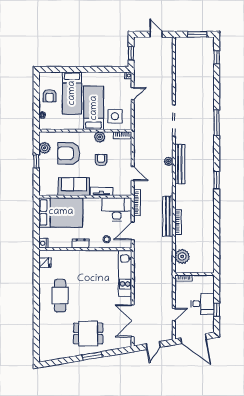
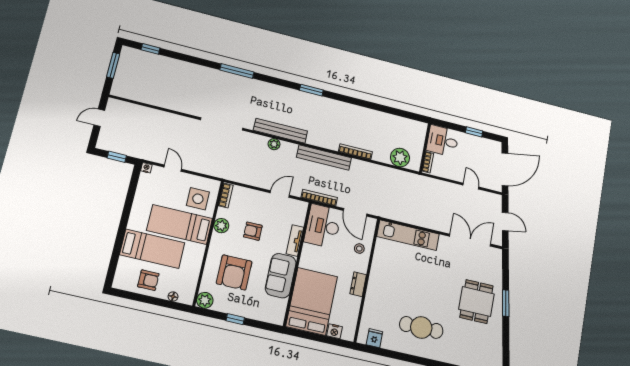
plant: (45, 148) -> (205, 300), moved
bench: (168, 216) -> (324, 157), moved
nightstand: (43, 243) -> (334, 331), moved
desk: (203, 304) -> (443, 141), moved, turned -90
double door: (133, 321) -> (470, 240), swing flipped

